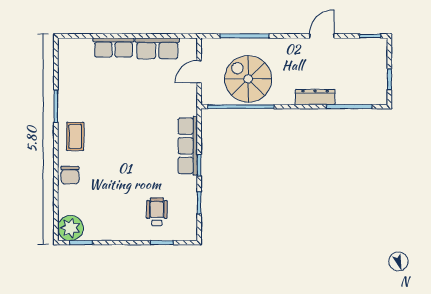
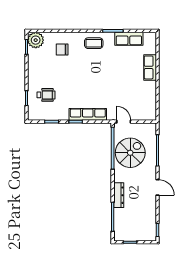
door: (322, 36) -> (157, 187), moved
row of seats: (157, 48) -> (129, 39), moved, turned -90
door: (199, 72) -> (124, 122), moved
chair: (70, 175) -> (62, 50), moved

